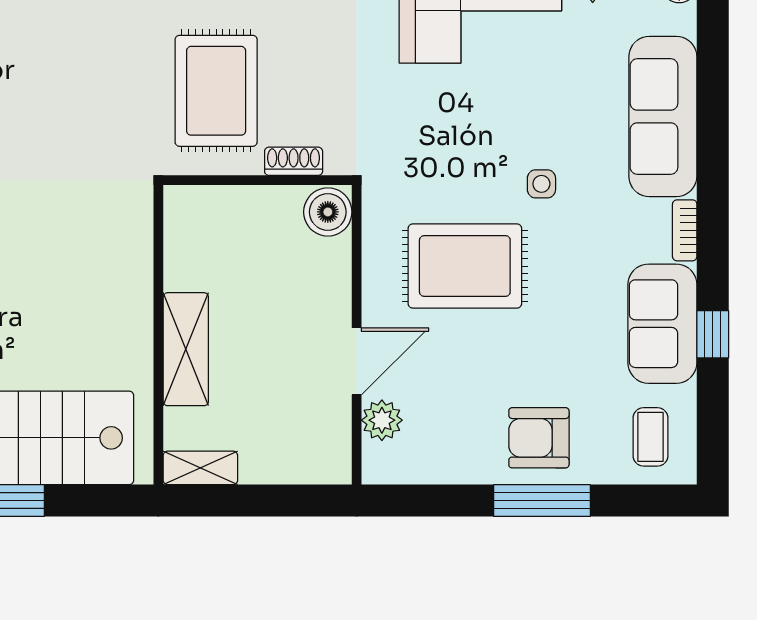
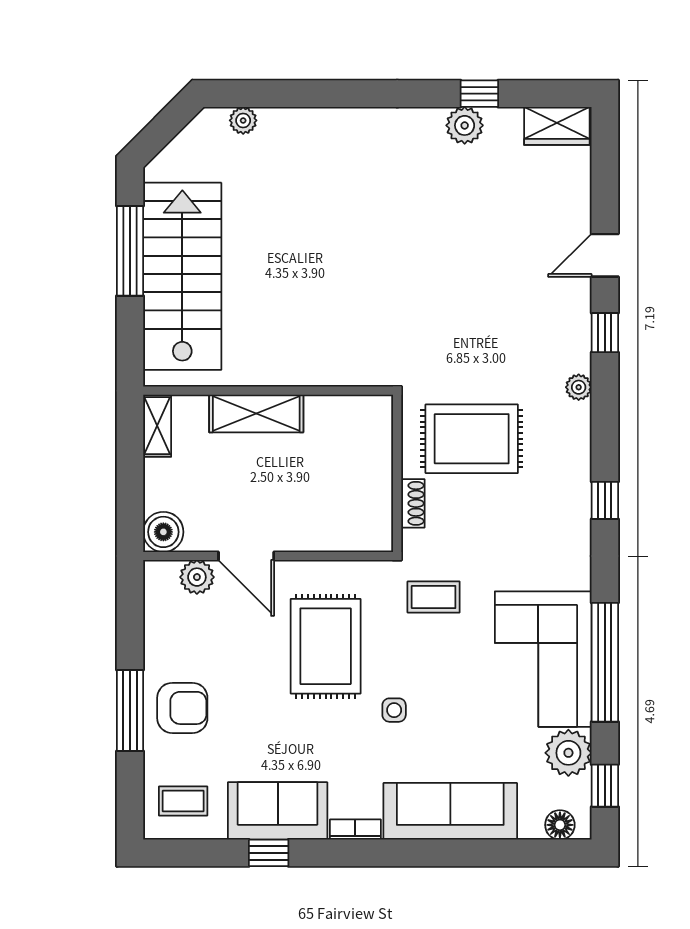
coffee table: (406, 137) -> (434, 597), added
boiler: (328, 212) -> (163, 532), moved
armchair: (539, 438) -> (182, 708), turned 90

